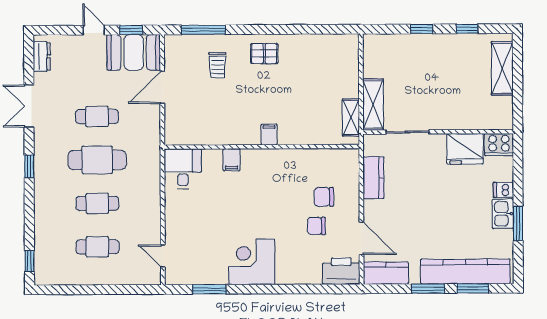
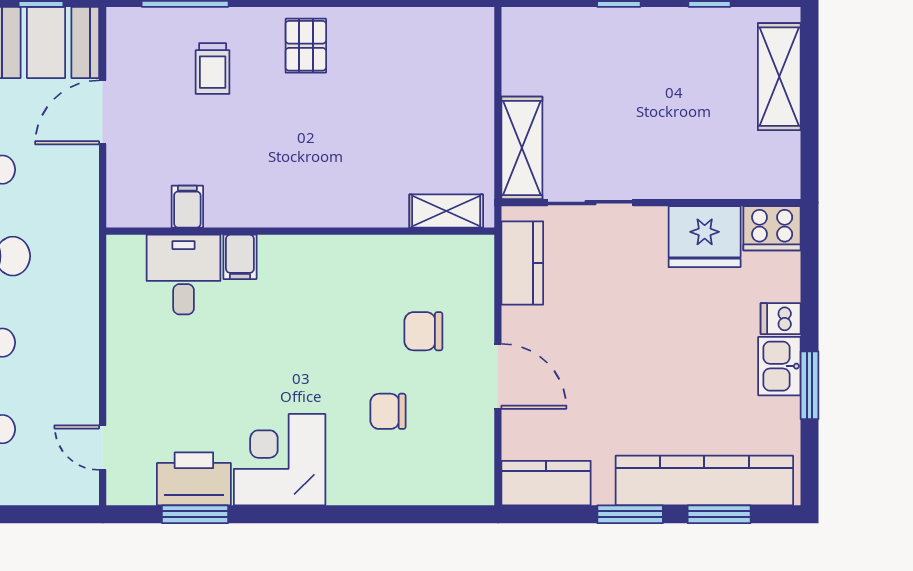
pallet: (264, 54) -> (306, 46), turned 90
shelving: (351, 117) -> (446, 211), moved, turned 90
filing cabinet: (269, 134) -> (187, 207), moved
desk: (183, 169) -> (184, 275), moved
kitchen counter: (374, 178) -> (522, 263), moved
chair: (316, 226) -> (388, 411), moved
door: (361, 238) -> (498, 376), moved
printer: (341, 271) -> (194, 479), moved

